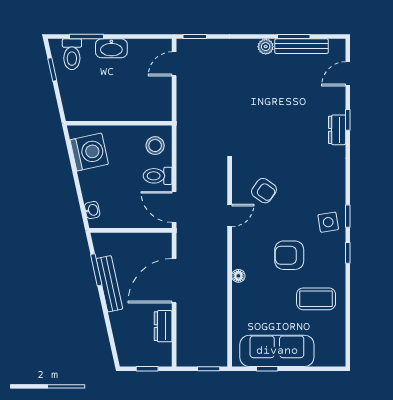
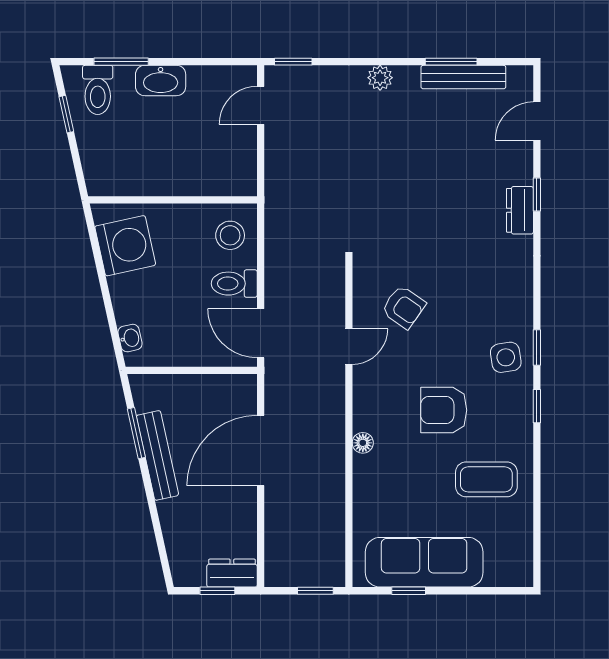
plant: (266, 47) -> (380, 78), moved
dresser: (163, 326) -> (232, 573), moved, turned 90

